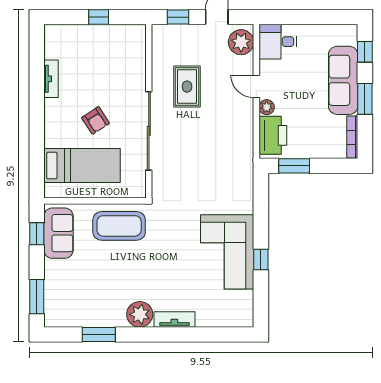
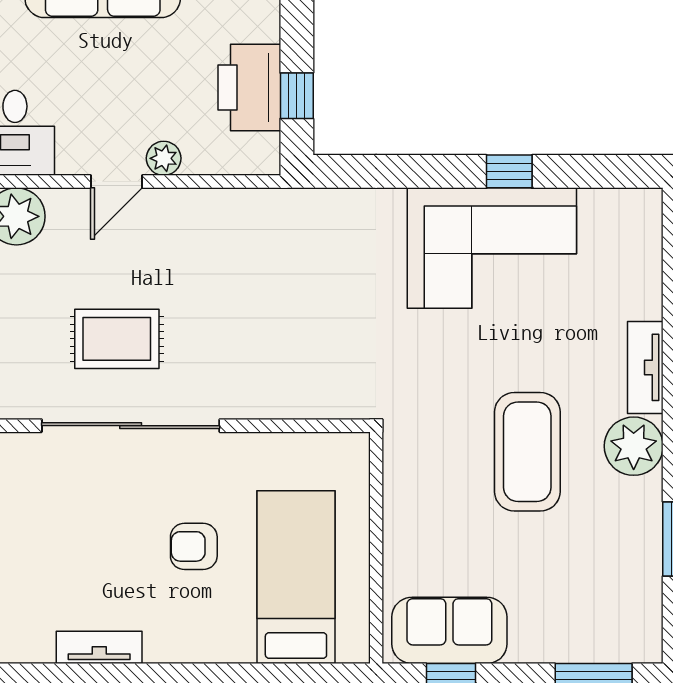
armchair: (96, 120) -> (194, 546), turned -147
sliding door: (149, 131) -> (131, 426), moved
printer: (273, 135) -> (249, 87), moved, turned -90
window: (294, 166) -> (297, 96), width x0.67
coffee table: (119, 226) -> (527, 452), moved

